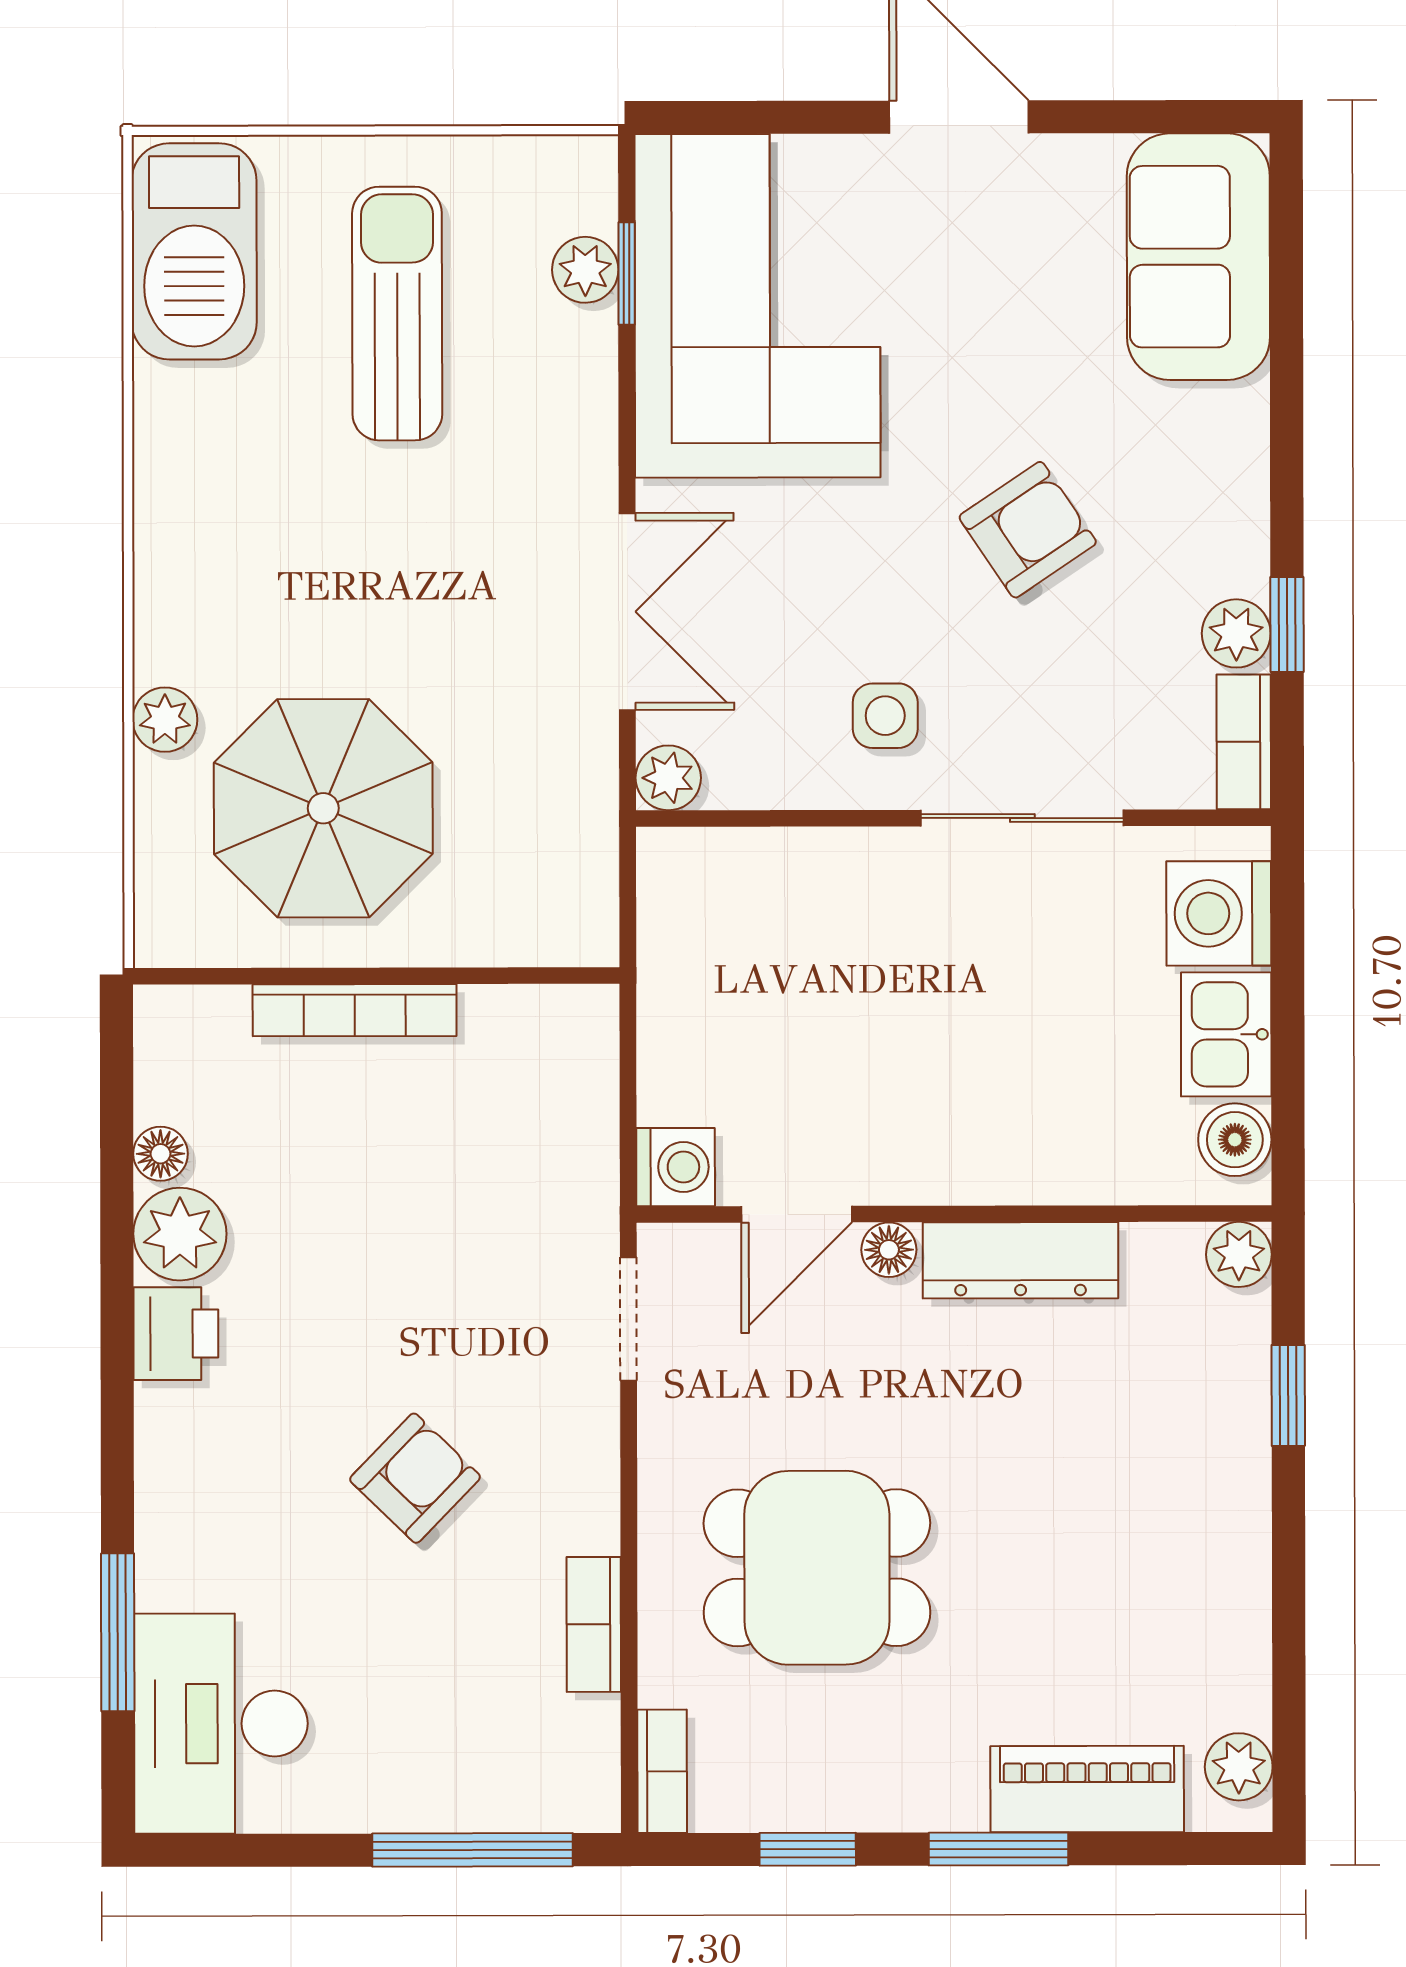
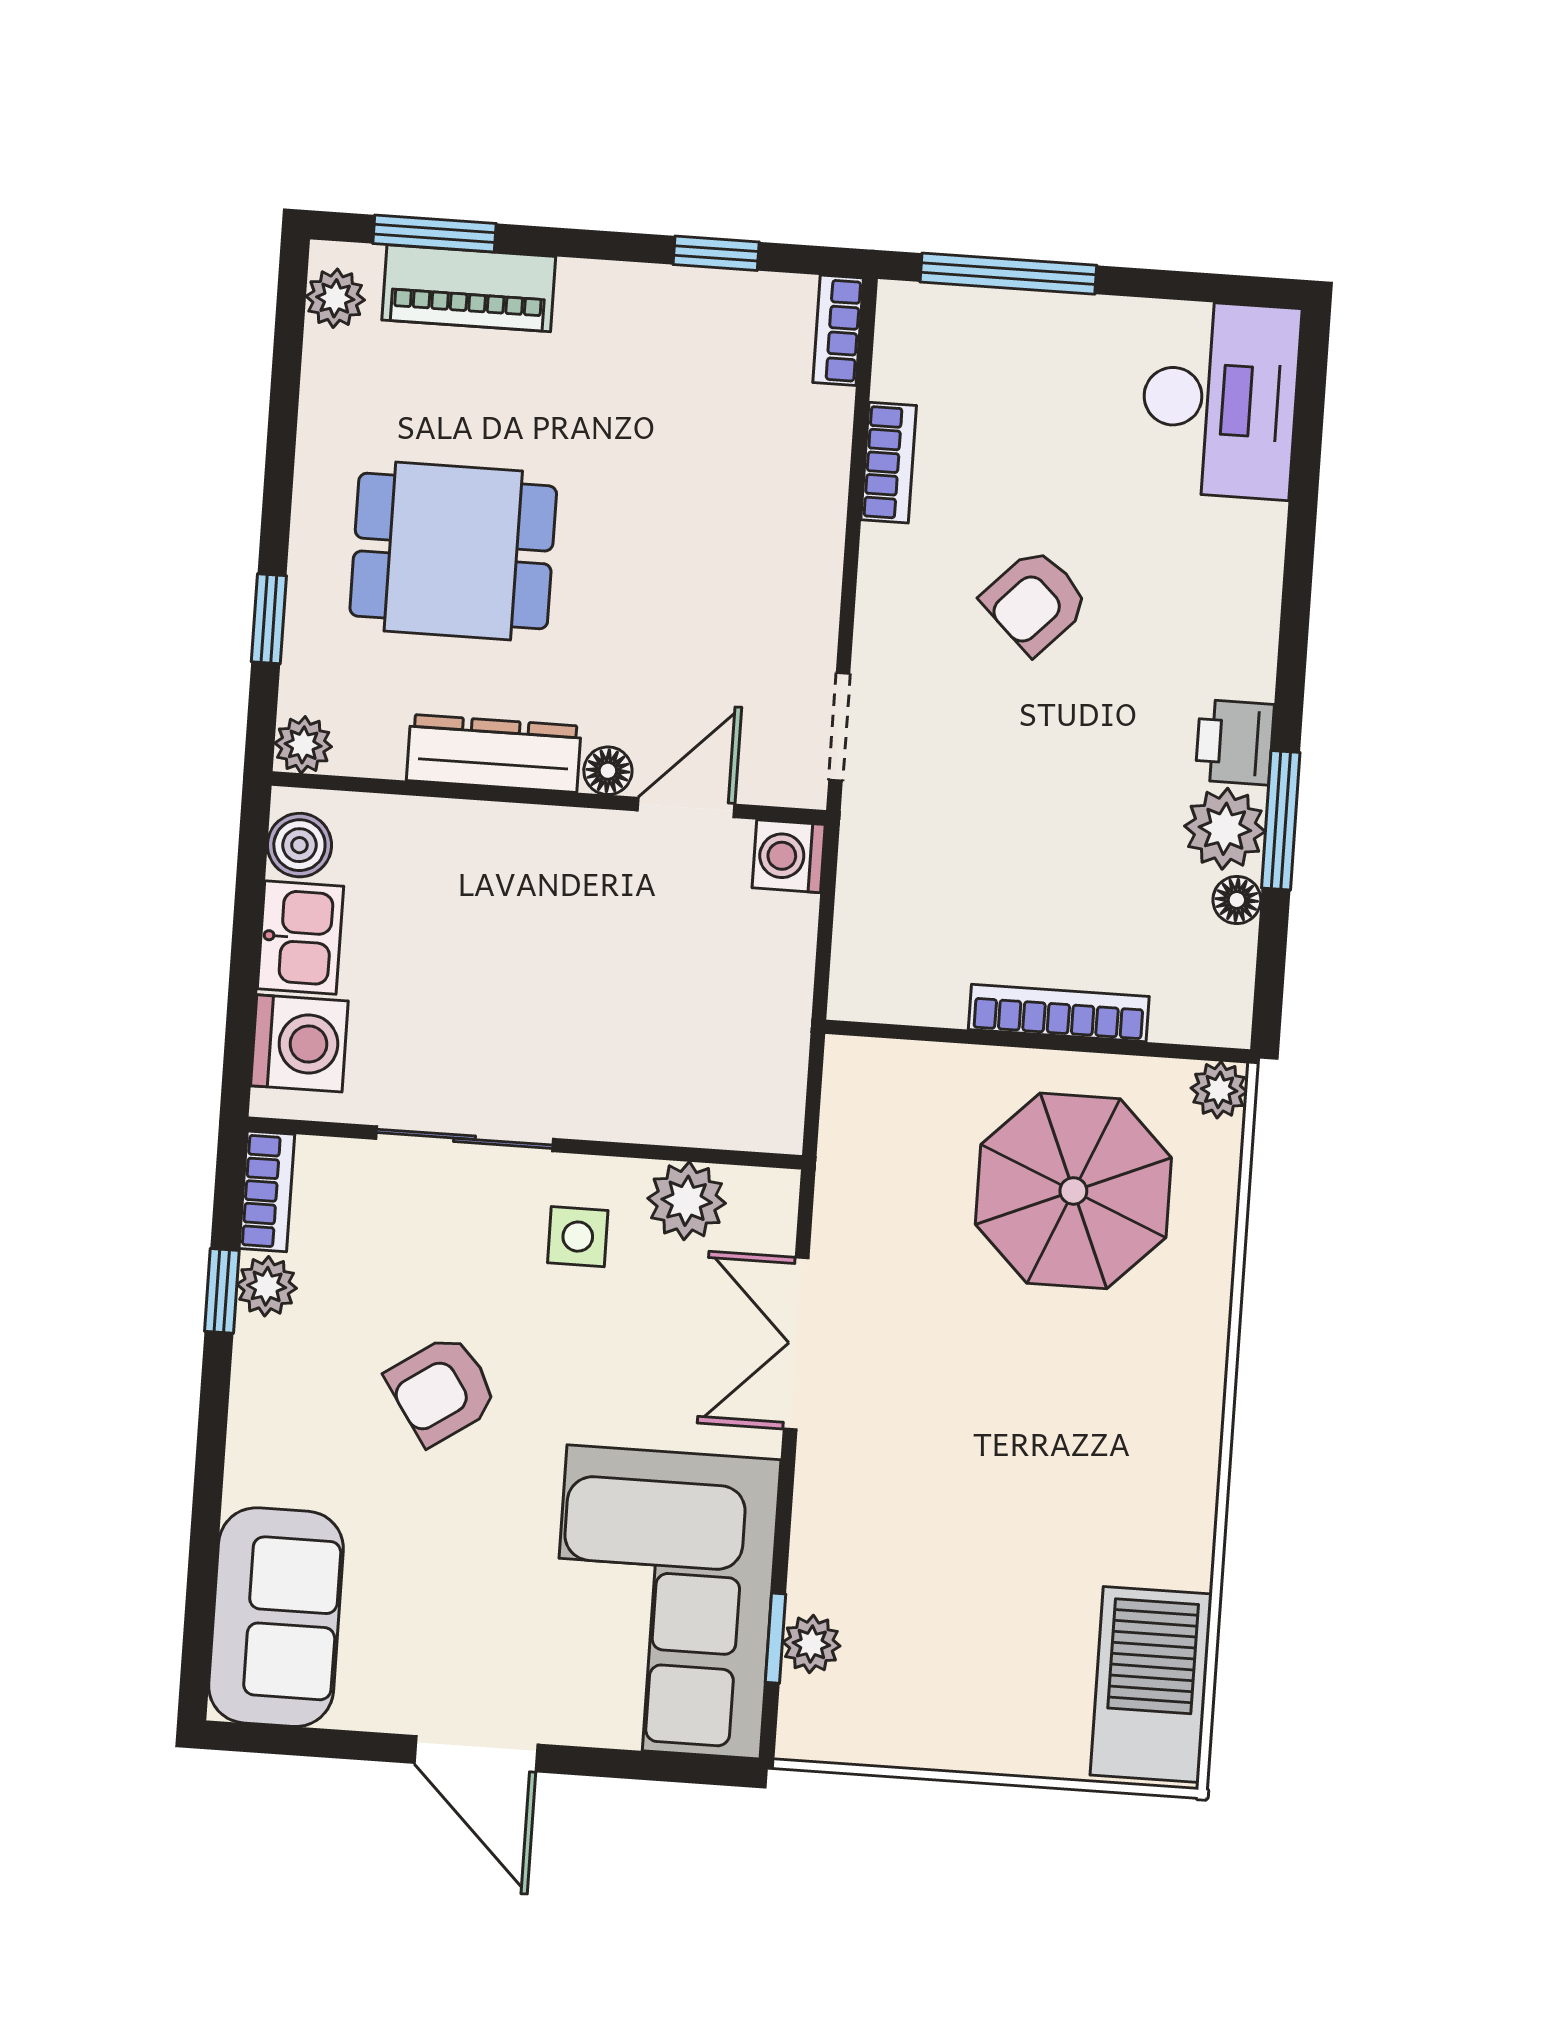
sun lounger: (397, 314) -> (978, 1618), removed
plant: (165, 720) -> (1219, 1090), moved
plant: (668, 778) -> (687, 1201), moved, width x1.38, depth x1.38
dining table: (817, 1568) -> (453, 551), moved
window: (118, 1632) -> (1281, 820), moved
window: (999, 1849) -> (435, 234), moved

